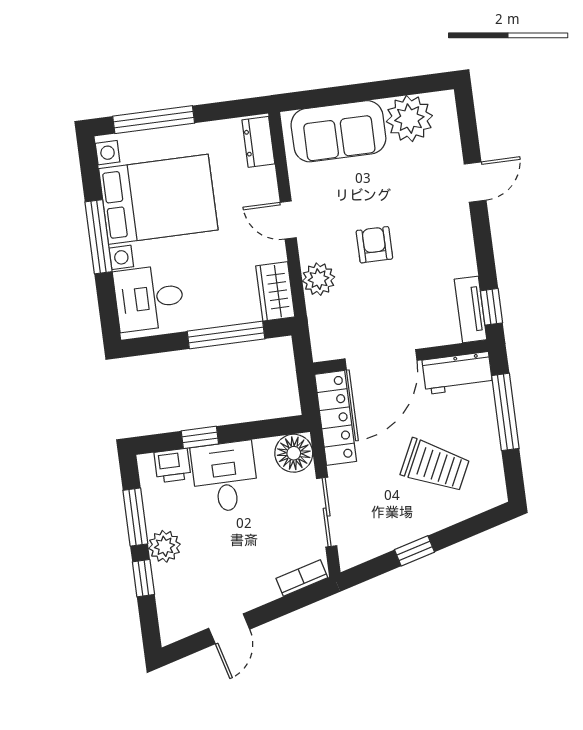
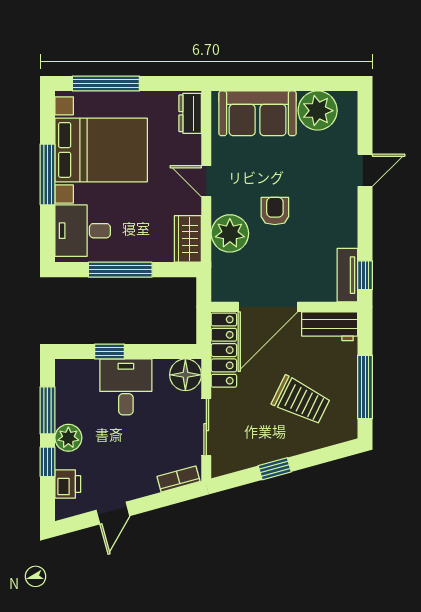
plant: (319, 279) -> (230, 233), width x1.36, depth x1.36
window: (226, 335) -> (120, 270), moved
window: (505, 412) -> (365, 387), moved
printer: (173, 465) -> (68, 484), moved, turned -90

